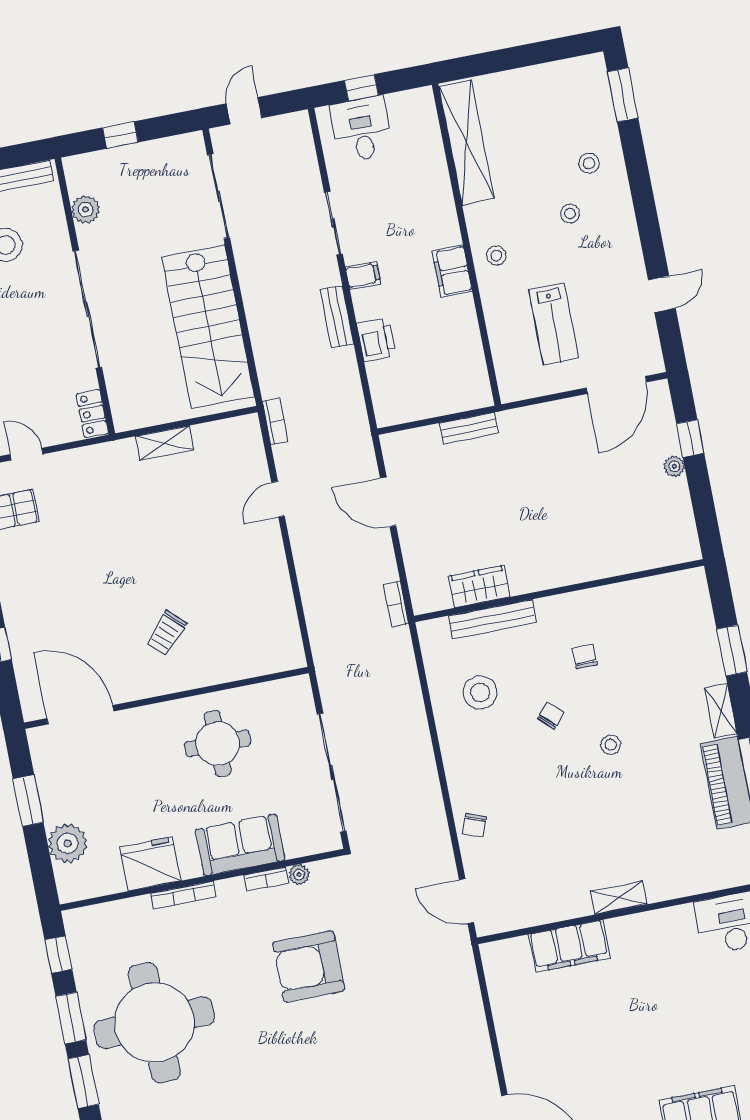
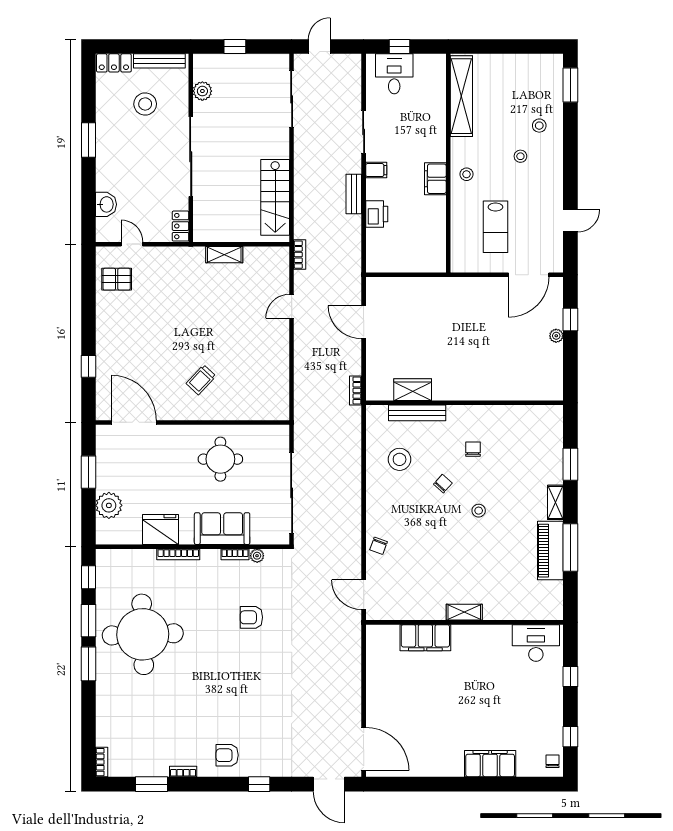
stairs: (208, 326) -> (275, 197), width x0.73, depth x0.66
bench: (469, 428) -> (426, 284), removed
armchair: (309, 966) -> (251, 617), width x0.53, depth x0.53

